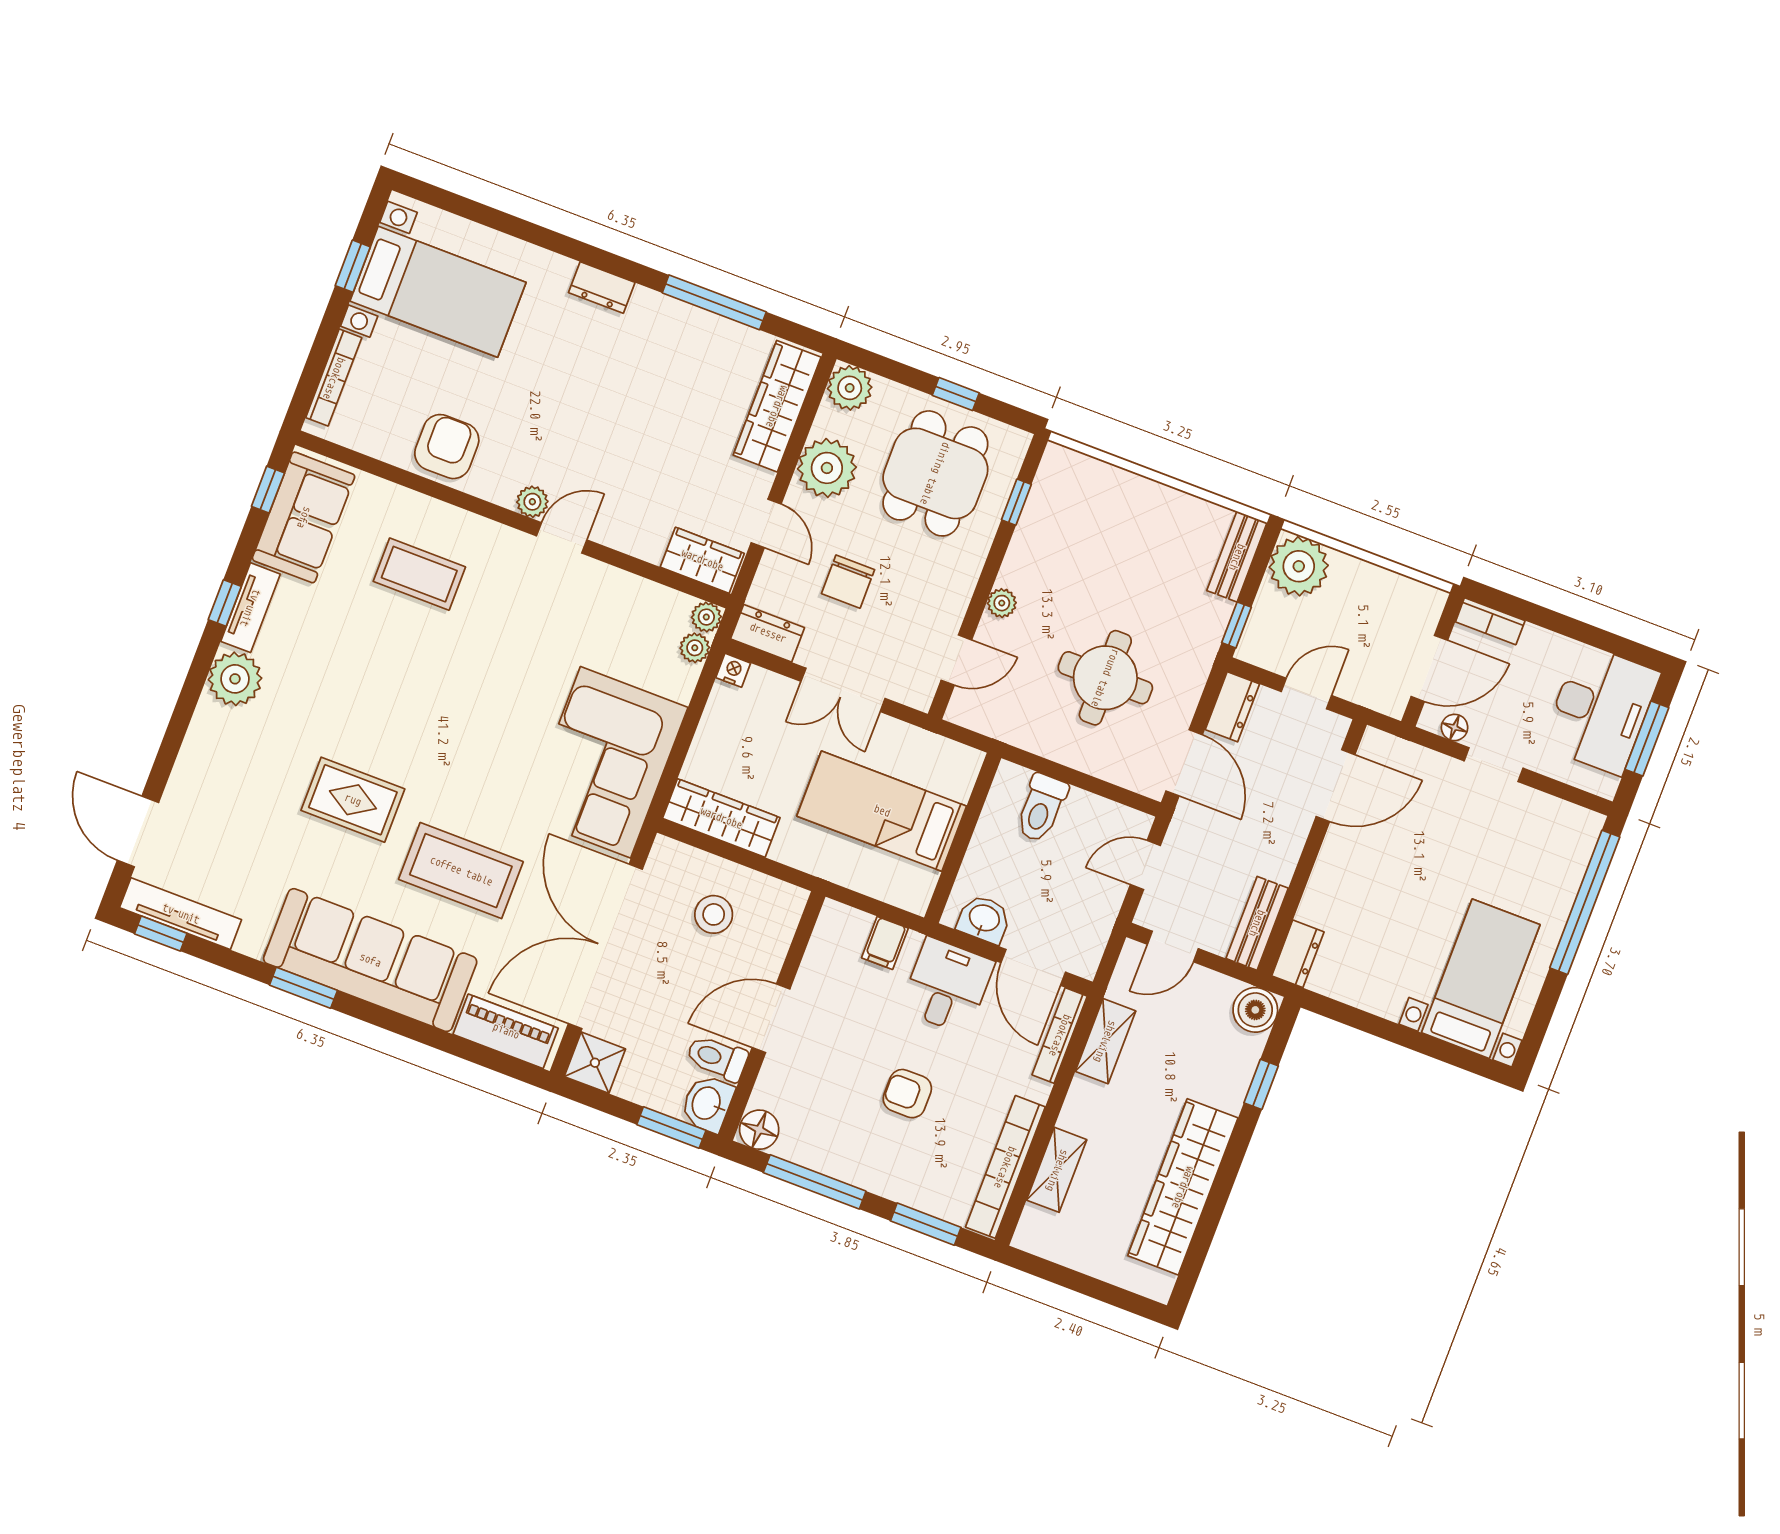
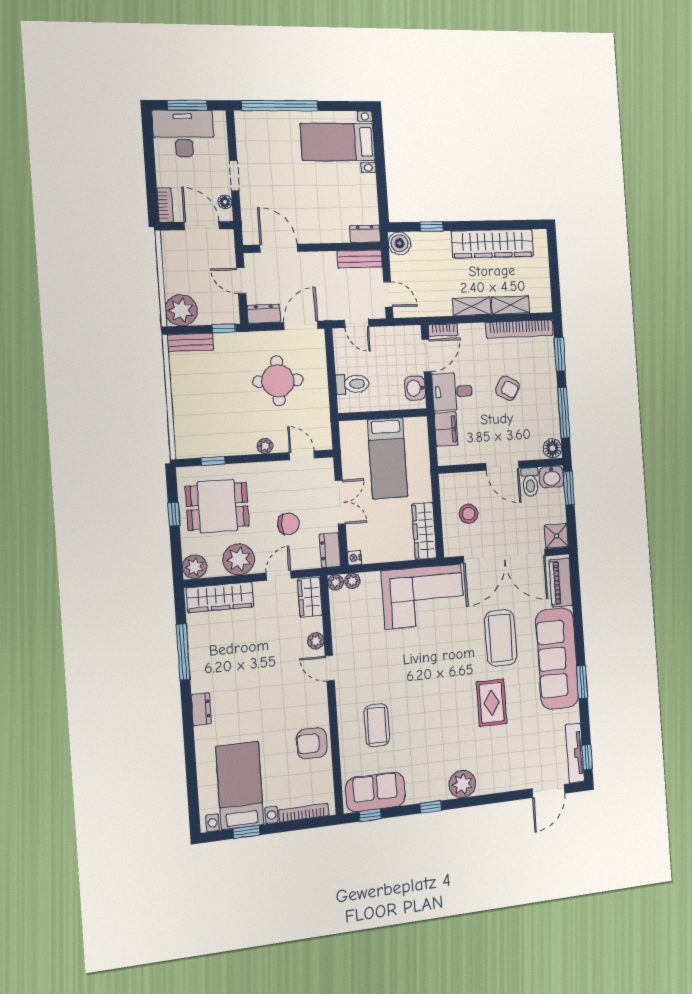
plant: (532, 502) -> (316, 641), moved
tv unit: (250, 608) -> (428, 794), removed
filing cabinet: (885, 943) -> (446, 429), width x2.00
bookcase: (1060, 1035) -> (443, 330), width x0.64
shelving: (1105, 1041) -> (472, 306), moved
armchair: (907, 1094) -> (507, 388), turned -61

